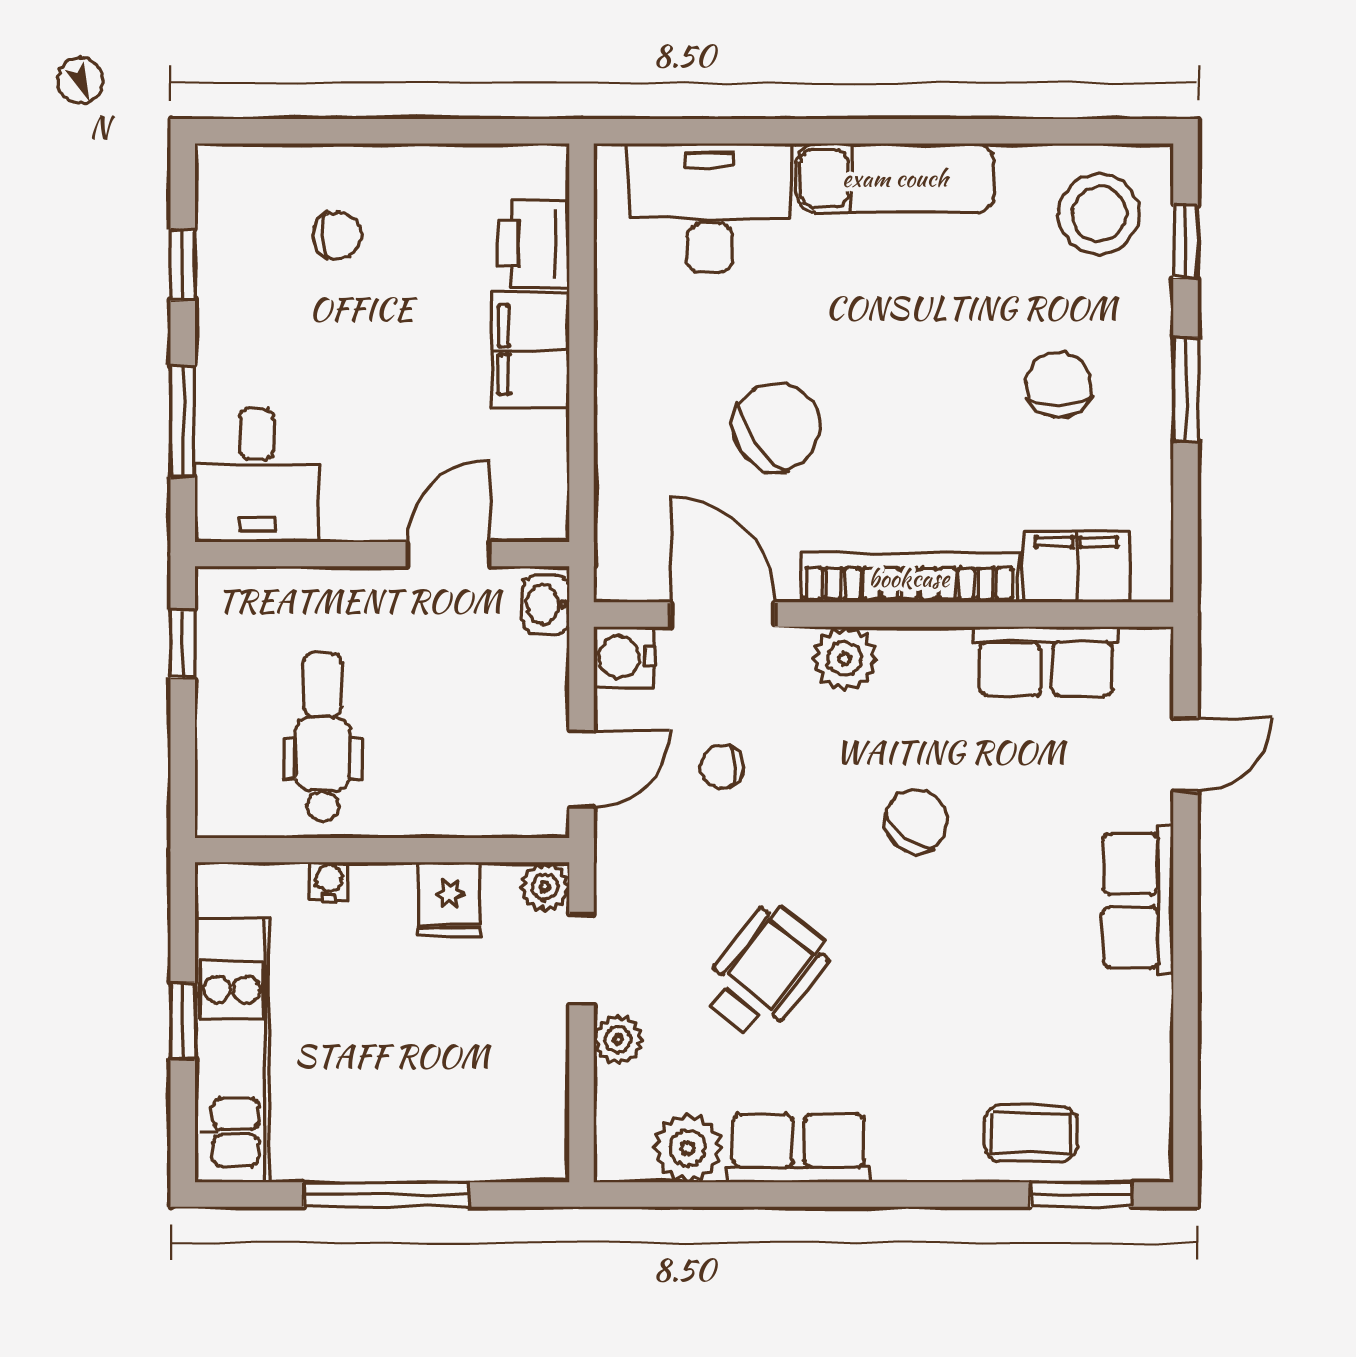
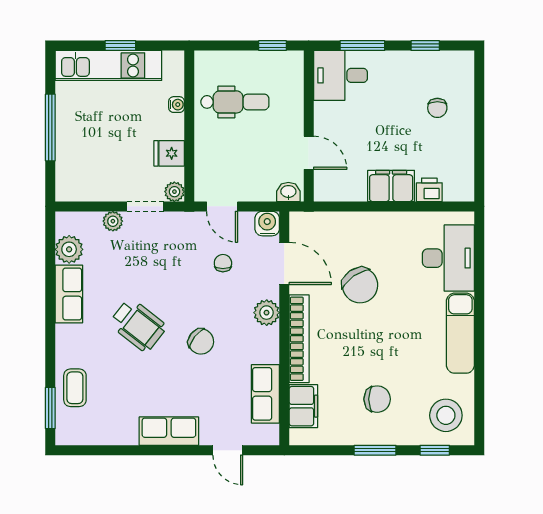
printer: (533, 244) -> (429, 190), width x0.73, depth x0.81
door: (723, 615) -> (284, 263), hinge flipped
wheelchair: (765, 972) -> (138, 325), moved

